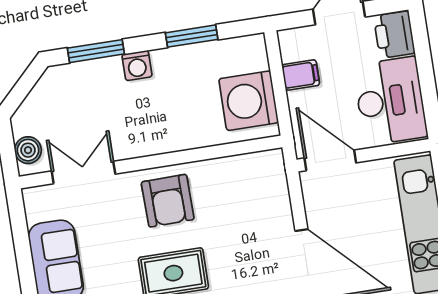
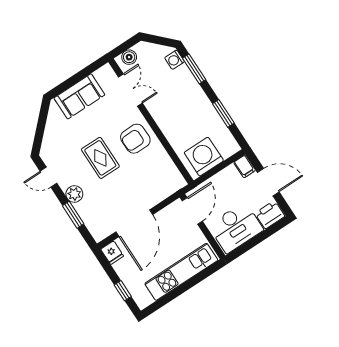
washing machine: (137, 66) -> (175, 60), moved
filing cabinet: (301, 75) -> (245, 166), moved

